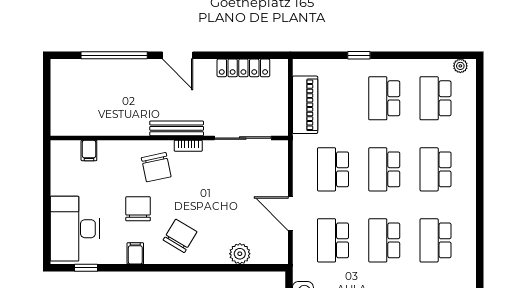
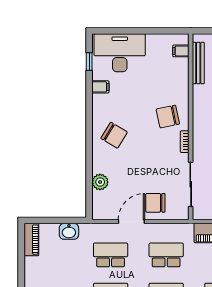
bench: (177, 128) -> (198, 63), moved
filing cabinet: (89, 150) -> (181, 51), moved
chair: (138, 209) -> (155, 203), moved, turned 180
filing cabinet: (135, 253) -> (100, 87), moved

